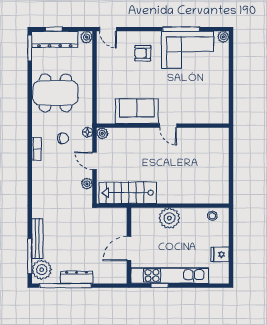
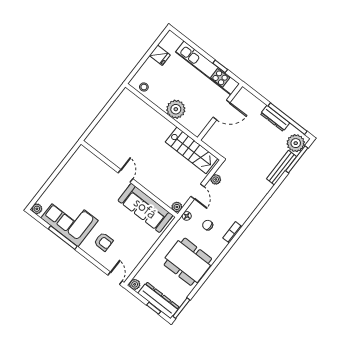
sofa: (137, 111) -> (145, 208), width x1.36

